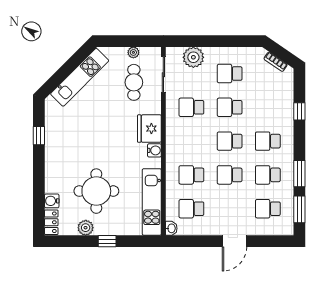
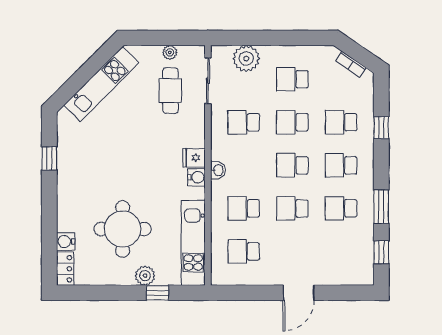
fridge: (149, 129) -> (194, 158), width x0.53, depth x0.75
school desk: (268, 209) -> (341, 122), moved
window: (299, 209) -> (381, 252), width x0.67
plant: (86, 228) -> (145, 276), moved
washbasin: (171, 228) -> (218, 170), moved
window: (107, 241) -> (158, 293), moved

